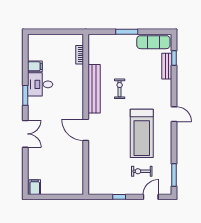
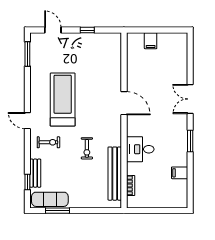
window: (127, 32) -> (57, 211), moved
desk: (40, 84) -> (140, 149), moved, turned 180
bench: (94, 89) -> (115, 174), moved
exercise bike: (142, 171) -> (48, 142), moved
filing cabinet: (35, 187) -> (151, 41), moved
door: (151, 197) -> (53, 30), swing flipped

